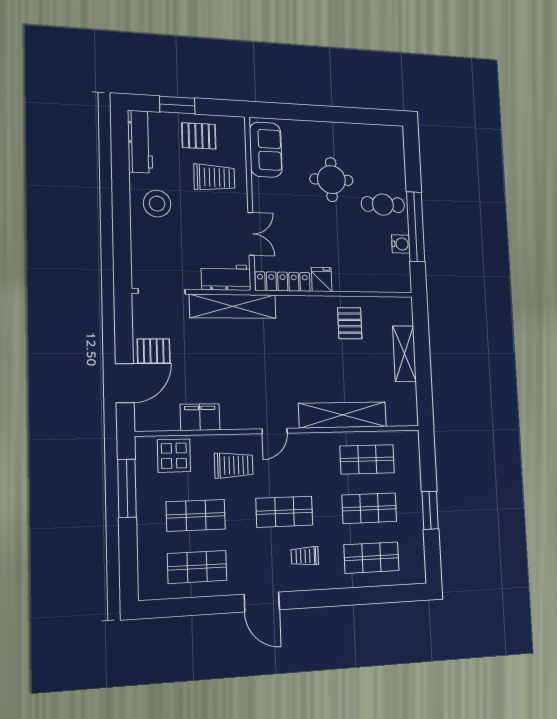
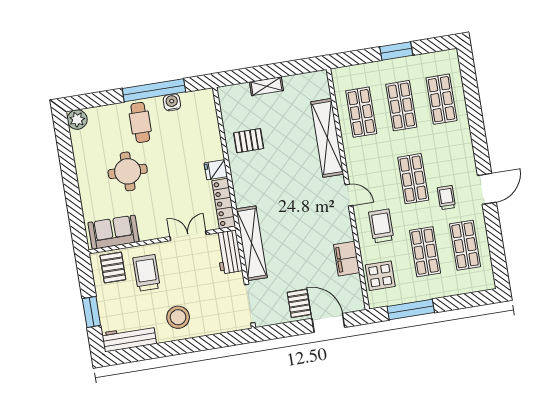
pallet: (199, 136) -> (113, 268), moved
plant: (393, 136) -> (77, 120), added
shelving: (404, 354) -> (266, 86), width x0.67, depth x0.75
trolley: (305, 556) -> (446, 198), moved, turned 180

